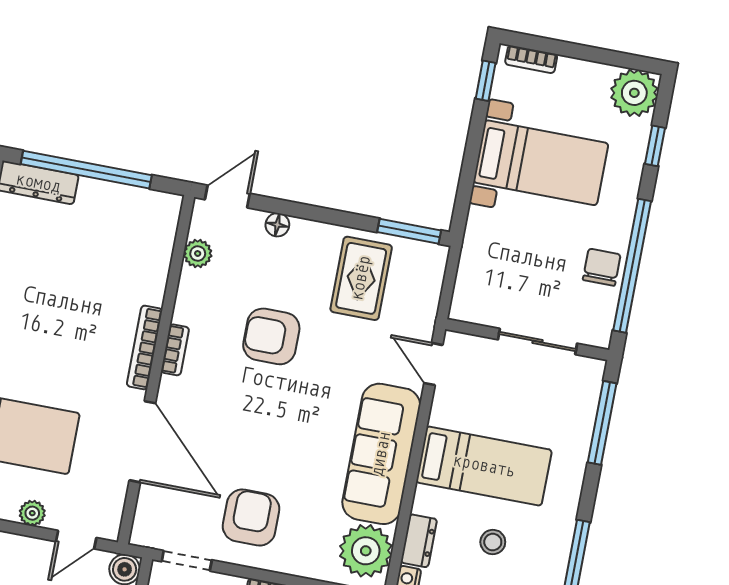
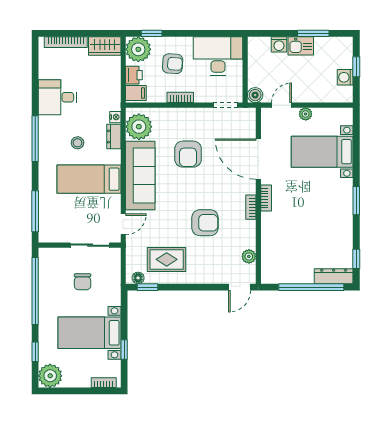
window: (486, 81) -> (124, 349), moved
floor lamp: (277, 225) -> (138, 278), moved
window: (409, 231) -> (147, 287), width x0.67
chair: (602, 267) -> (83, 282), moved
rug: (361, 278) -> (167, 259), turned 90
sliding door: (538, 341) -> (90, 245), moved
bookcase: (145, 347) -> (266, 198), width x0.64
door: (433, 364) -> (123, 224), hinge flipped
armchair: (251, 518) -> (188, 154), moved

